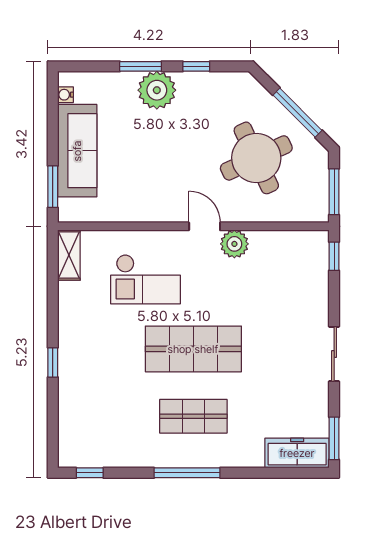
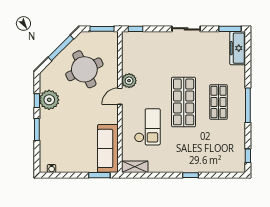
plant: (157, 90) -> (49, 100), moved
sofa: (77, 151) -> (108, 148), moved, turned -90

